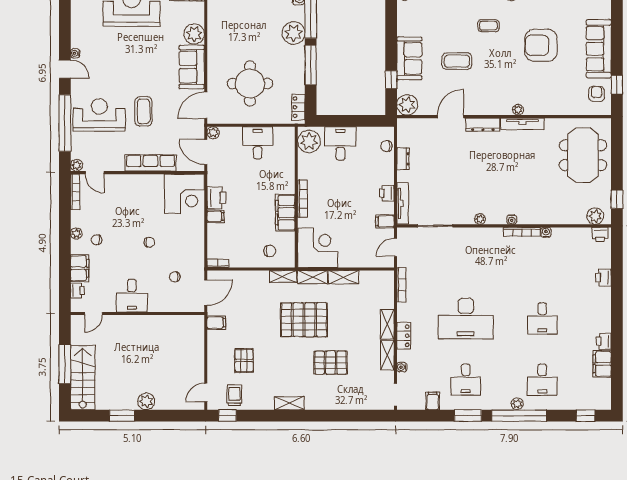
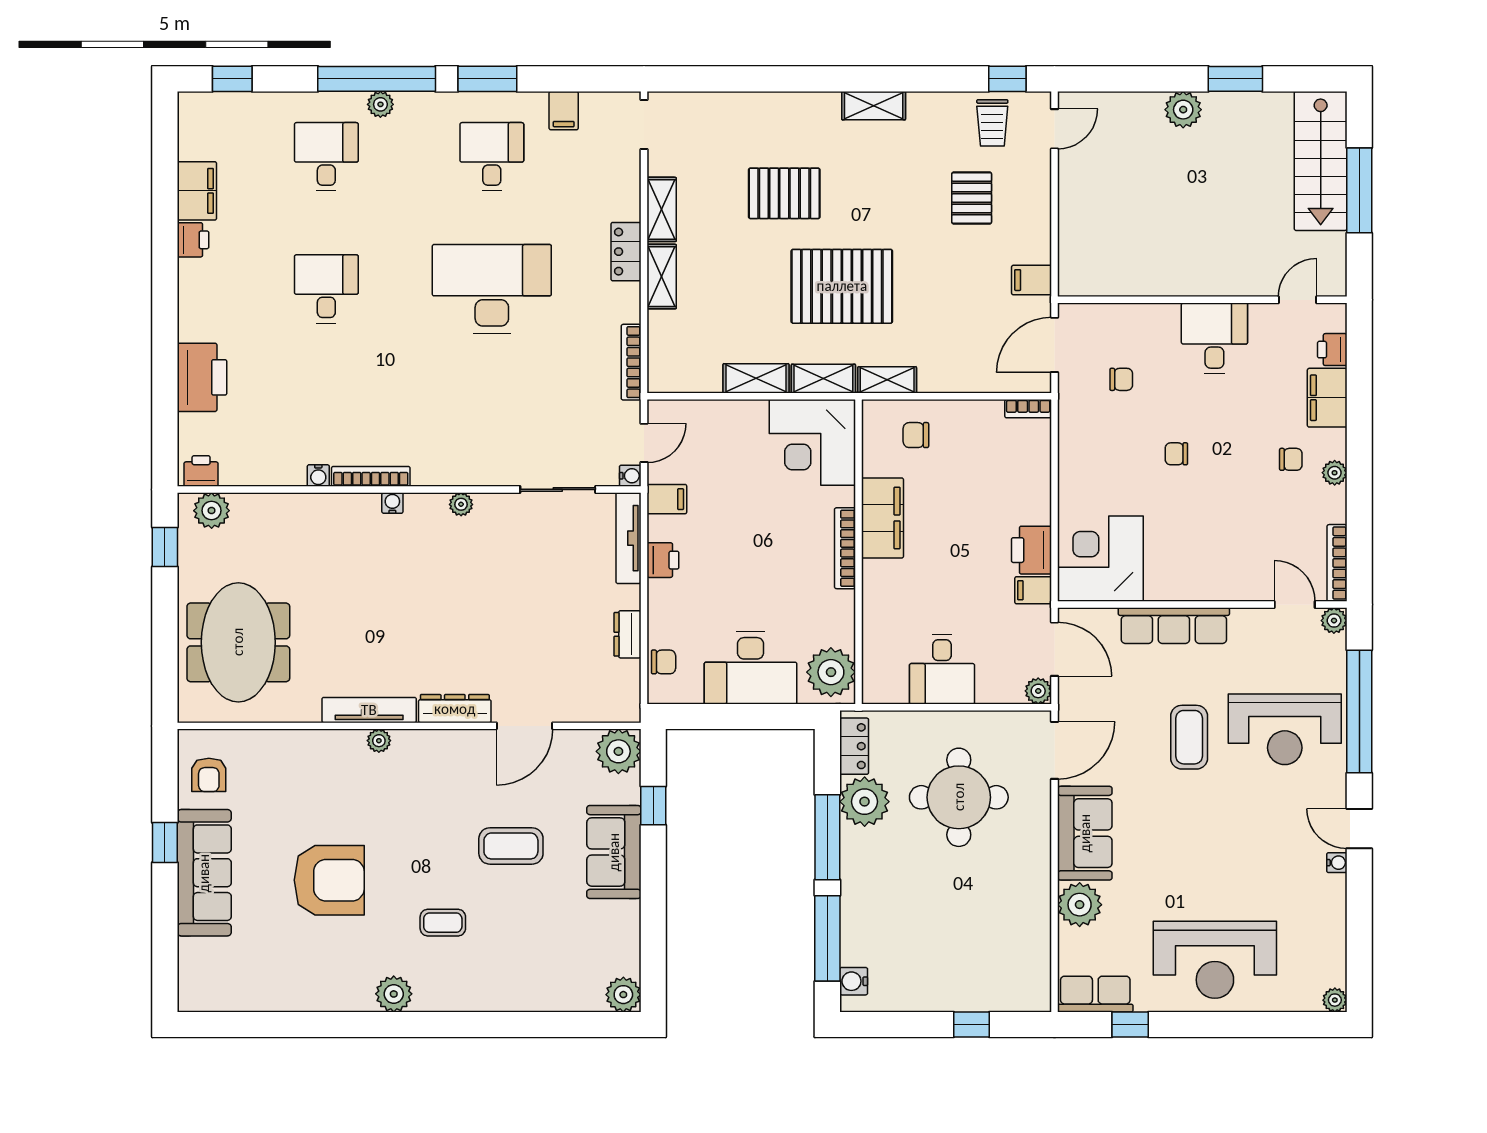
plant: (293, 33) -> (865, 802), moved
window: (617, 85) -> (165, 842), moved
desk: (340, 143) -> (751, 668), width x1.37
filing cabinet: (216, 216) -> (1033, 590), moved
printer: (603, 278) -> (202, 377), width x1.87, depth x1.48
water cooler: (402, 367) -> (630, 476), moved

